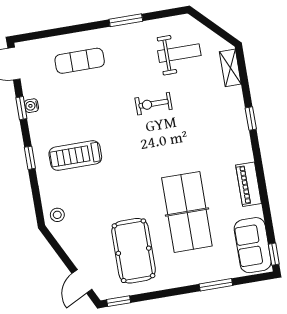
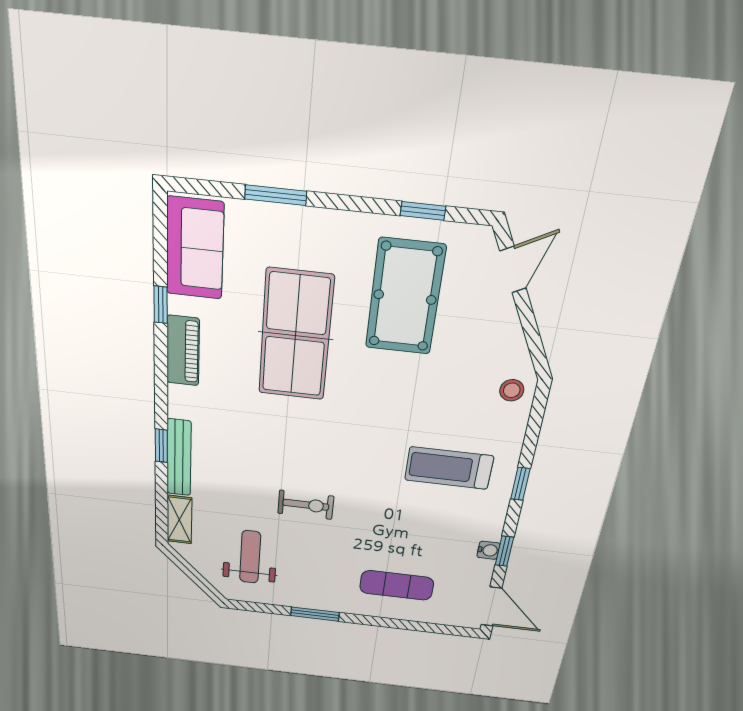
weight bench: (179, 53) -> (250, 557), turned 90
bench: (239, 113) -> (179, 458), added
treadmill: (75, 155) -> (449, 468), turned 180
window: (274, 254) -> (161, 305), moved
window: (119, 301) -> (423, 211), moved

